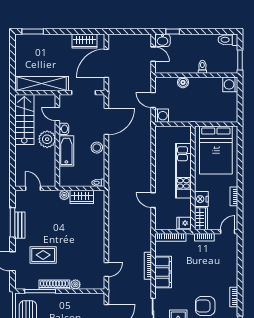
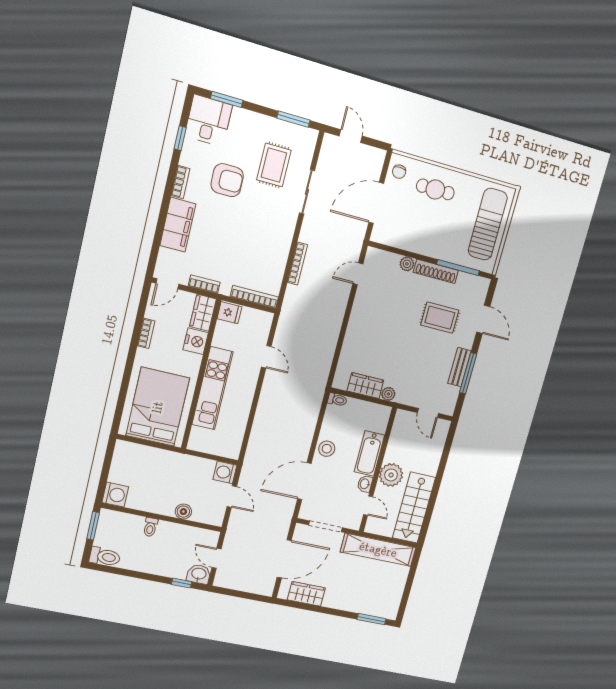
filing cabinet: (163, 272) -> (178, 225), moved, turned 180

